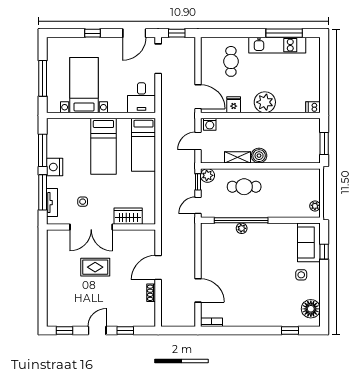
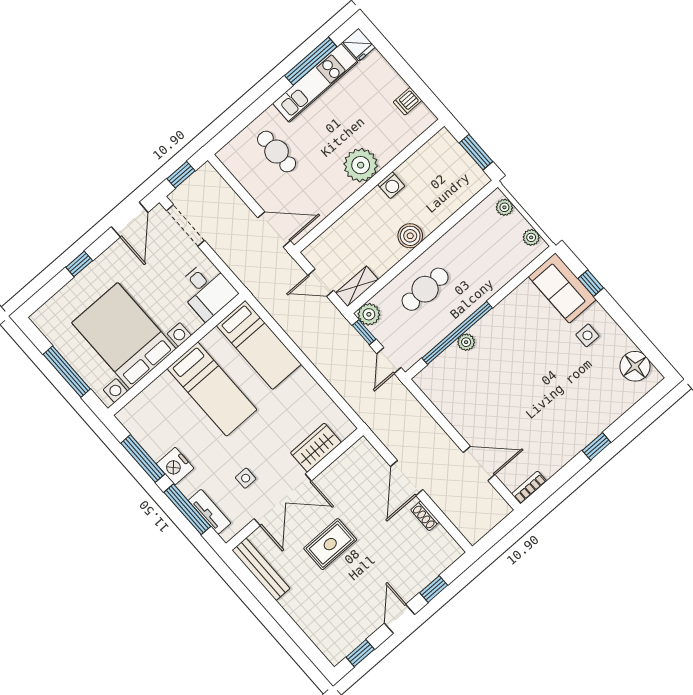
bed with nightstands: (84, 85) -> (124, 336), width x1.36
fridge: (234, 105) -> (359, 45), moved, turned 180
dishwasher: (313, 107) -> (408, 101), moved
washing machine: (210, 124) -> (391, 185), moved
door: (198, 141) -> (321, 283), hinge flipped
shelving: (238, 157) -> (357, 286), moved
plant: (315, 181) -> (504, 207), added
bench: (52, 251) -> (261, 569), added
window: (290, 331) -> (596, 446), moved

